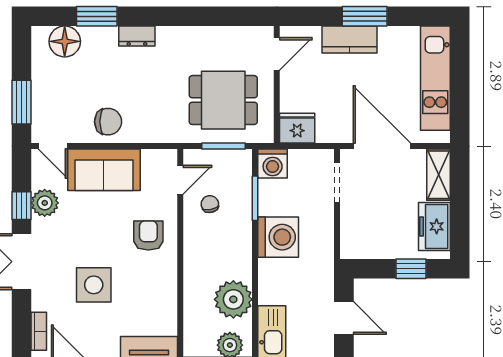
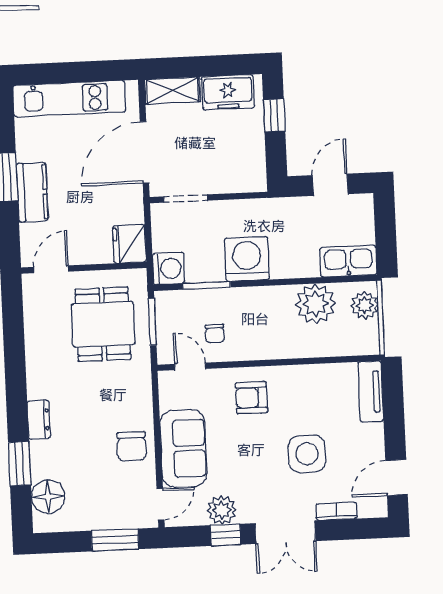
door: (277, 54) -> (51, 269), hinge flipped
chair: (108, 122) -> (132, 446), turned 180
chair: (210, 204) -> (215, 334), turned -79
bookcase: (39, 331) -> (337, 511), moved

